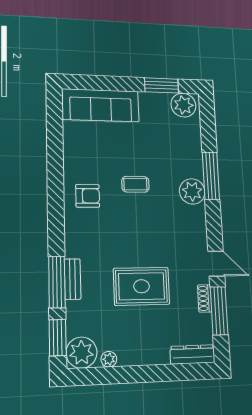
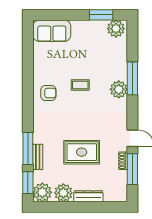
sofa: (101, 105) -> (52, 31), width x0.73
bench: (73, 279) -> (38, 157), moved
dresser: (192, 355) -> (88, 196), moved
plant: (109, 359) -> (63, 193), width x1.88, depth x1.88

